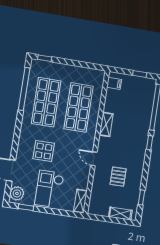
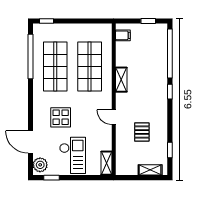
checkout: (49, 189) -> (73, 155), turned 180

